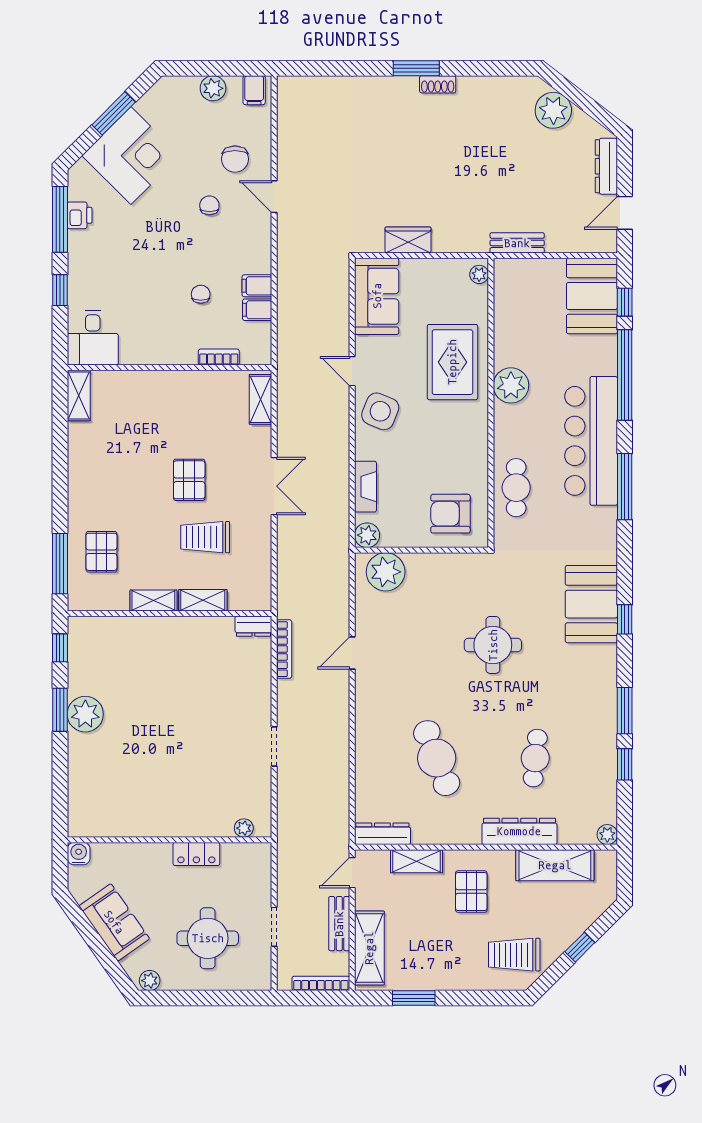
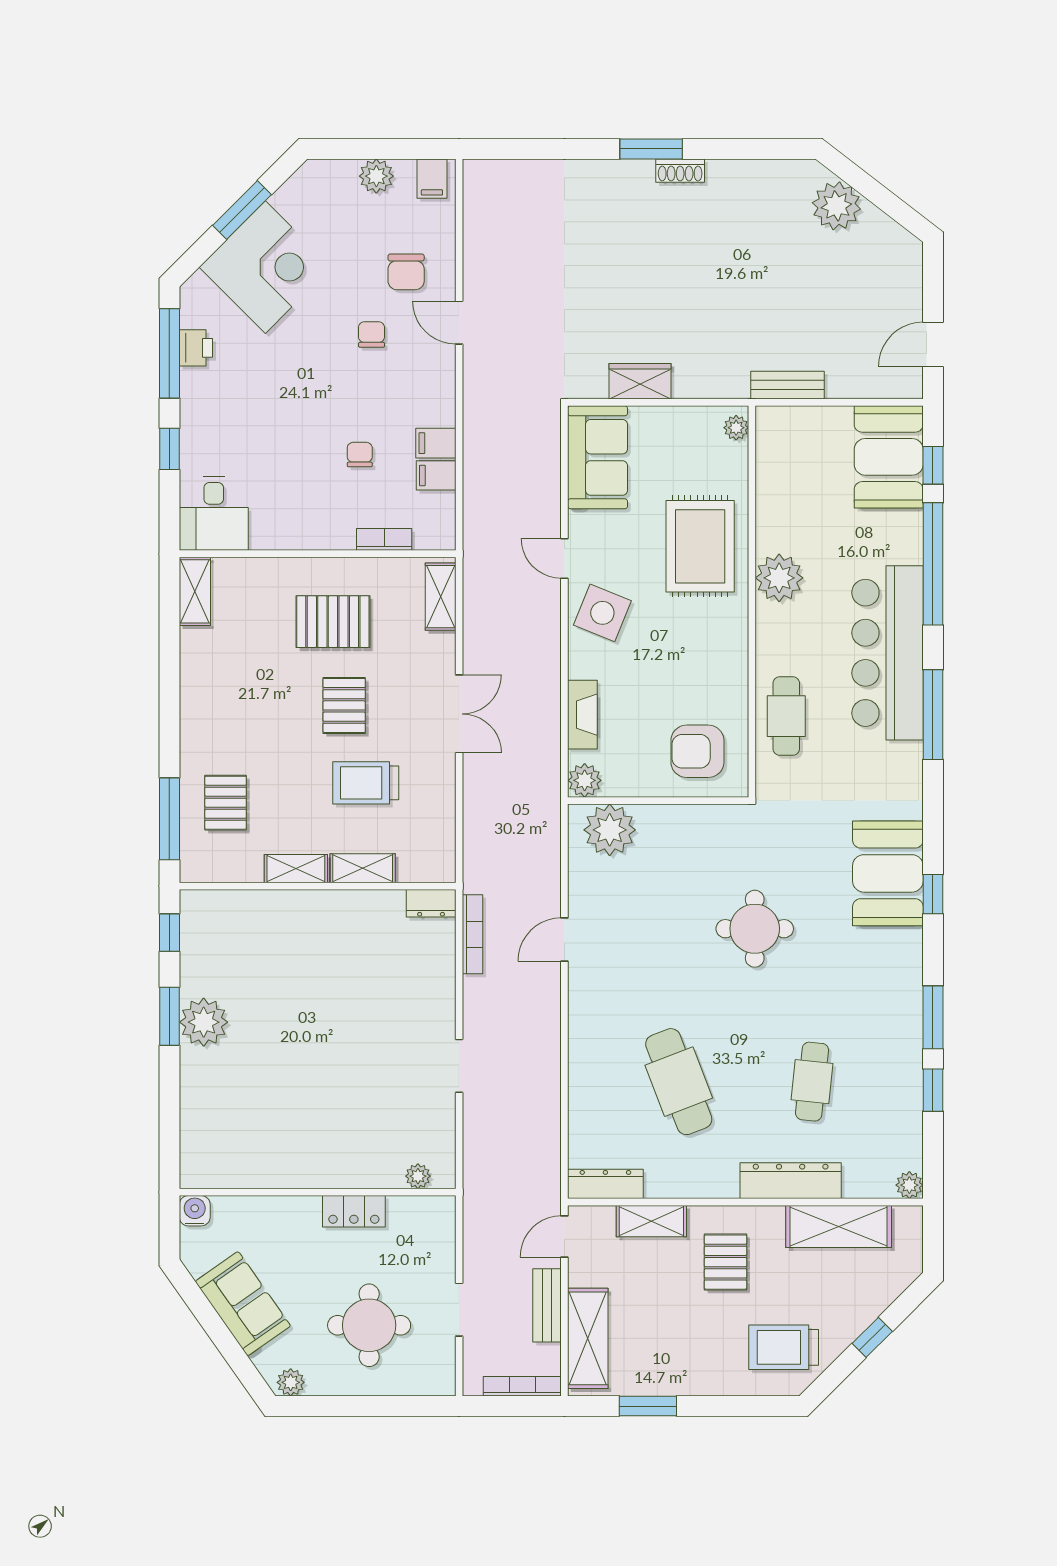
dresser: (606, 166) -> (908, 281), removed
pallet: (181, 418) -> (333, 622), added

